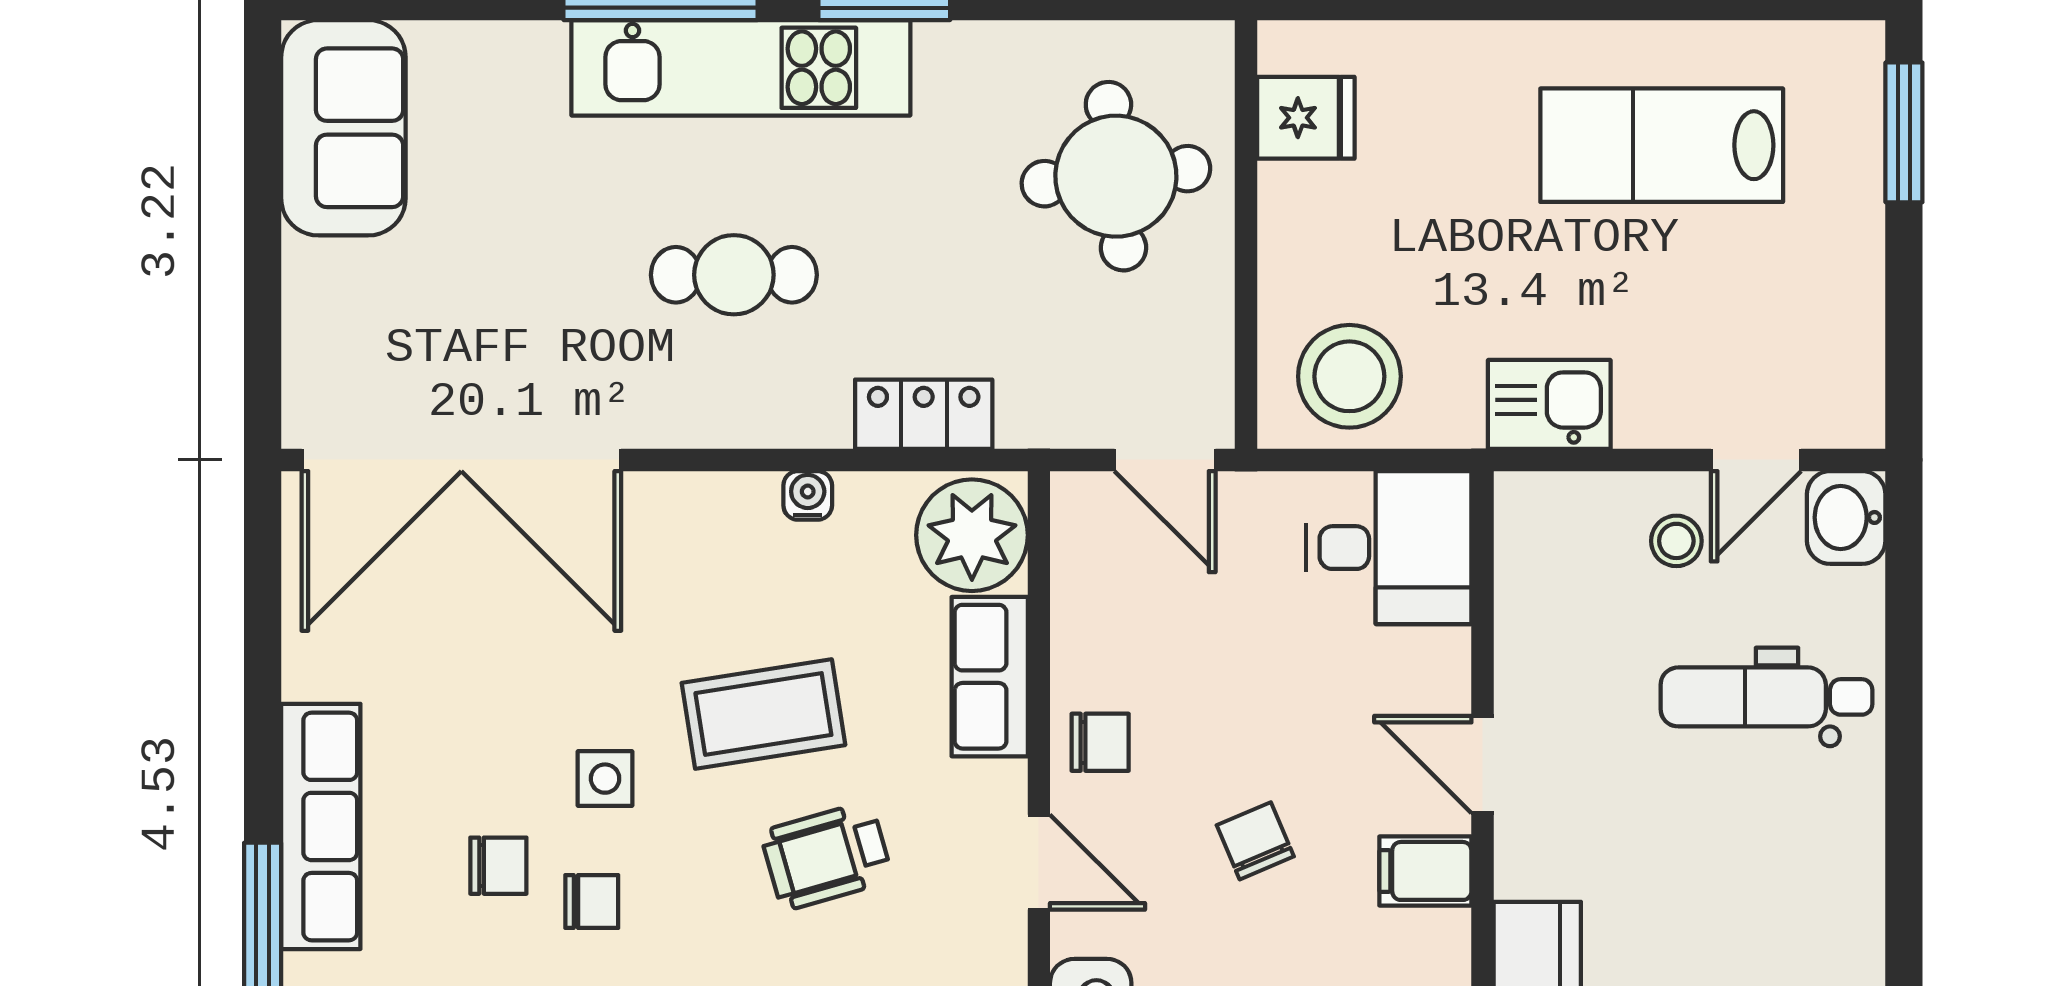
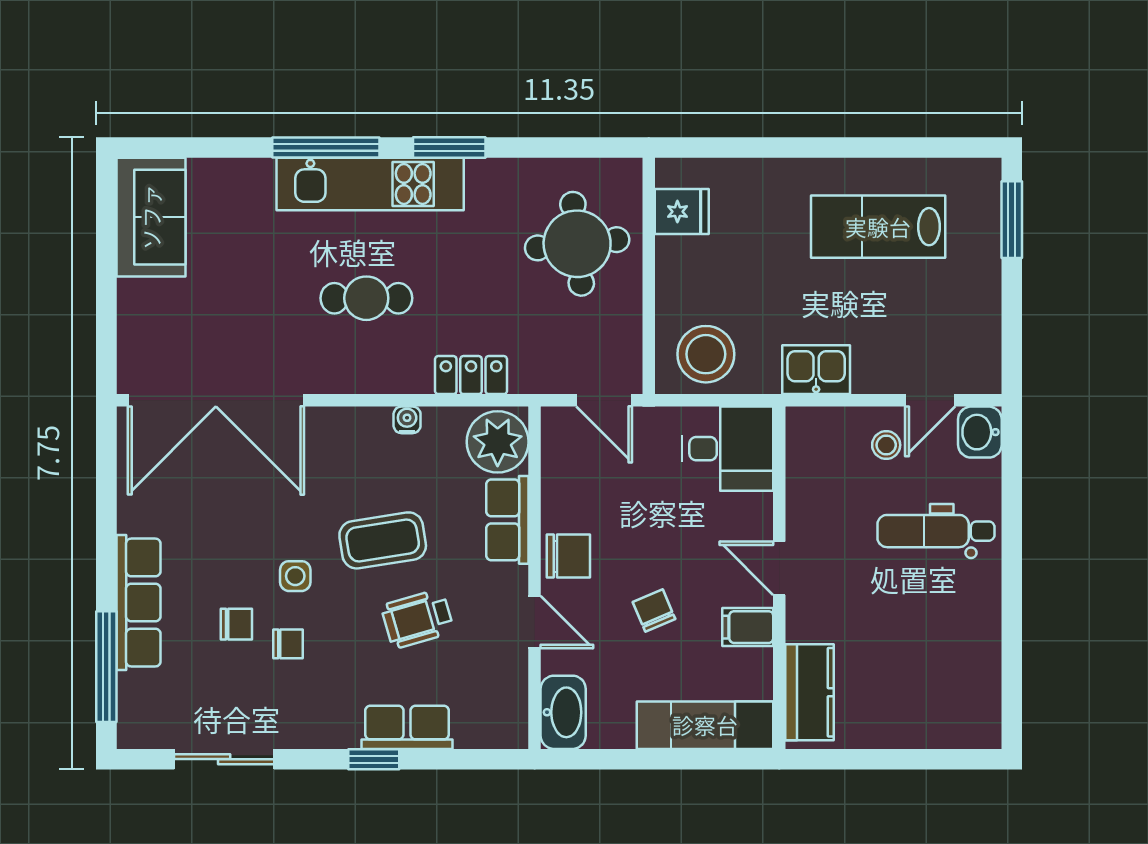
chair: (1100, 742) -> (568, 556), width x1.37, depth x1.37

